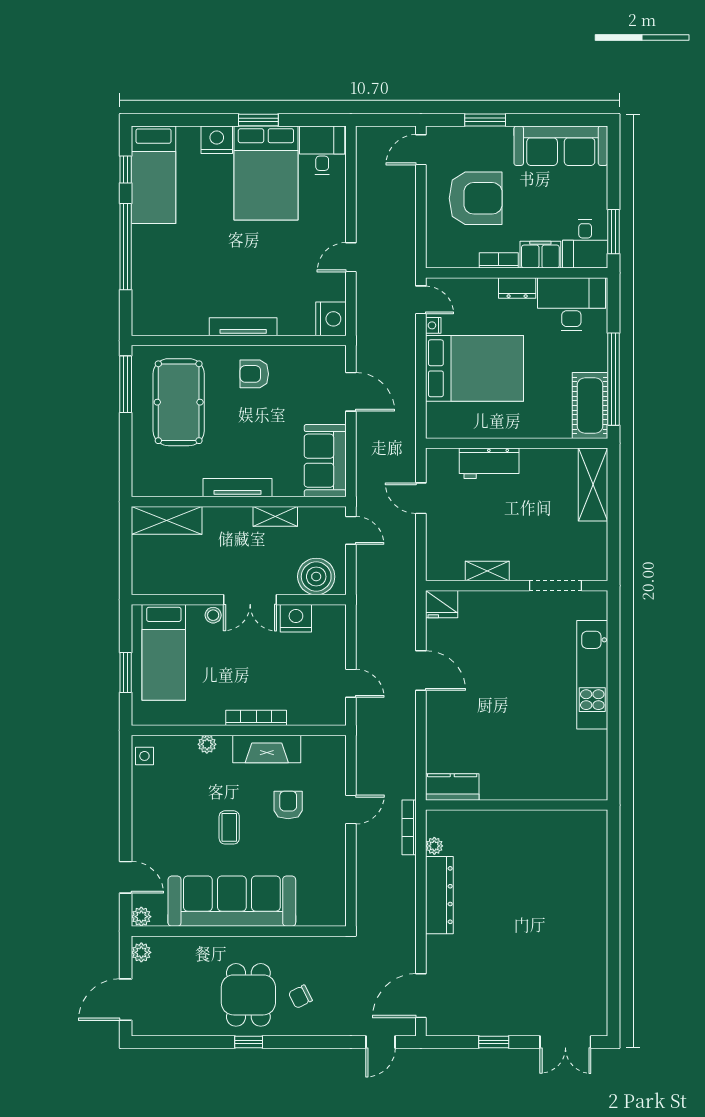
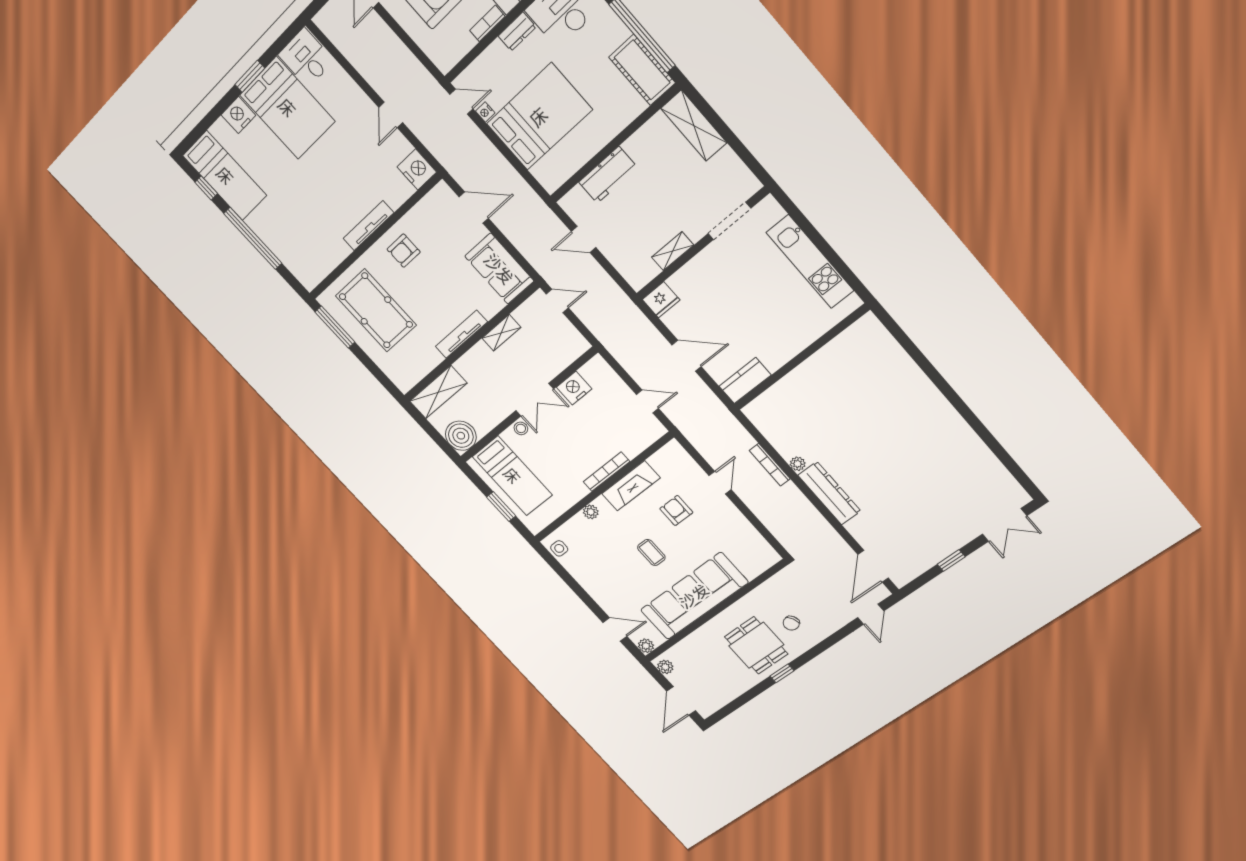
boiler: (316, 577) -> (461, 436), moved
kitchen counter: (452, 787) -> (745, 381), moved
wall: (517, 805) -> (801, 358), moved

